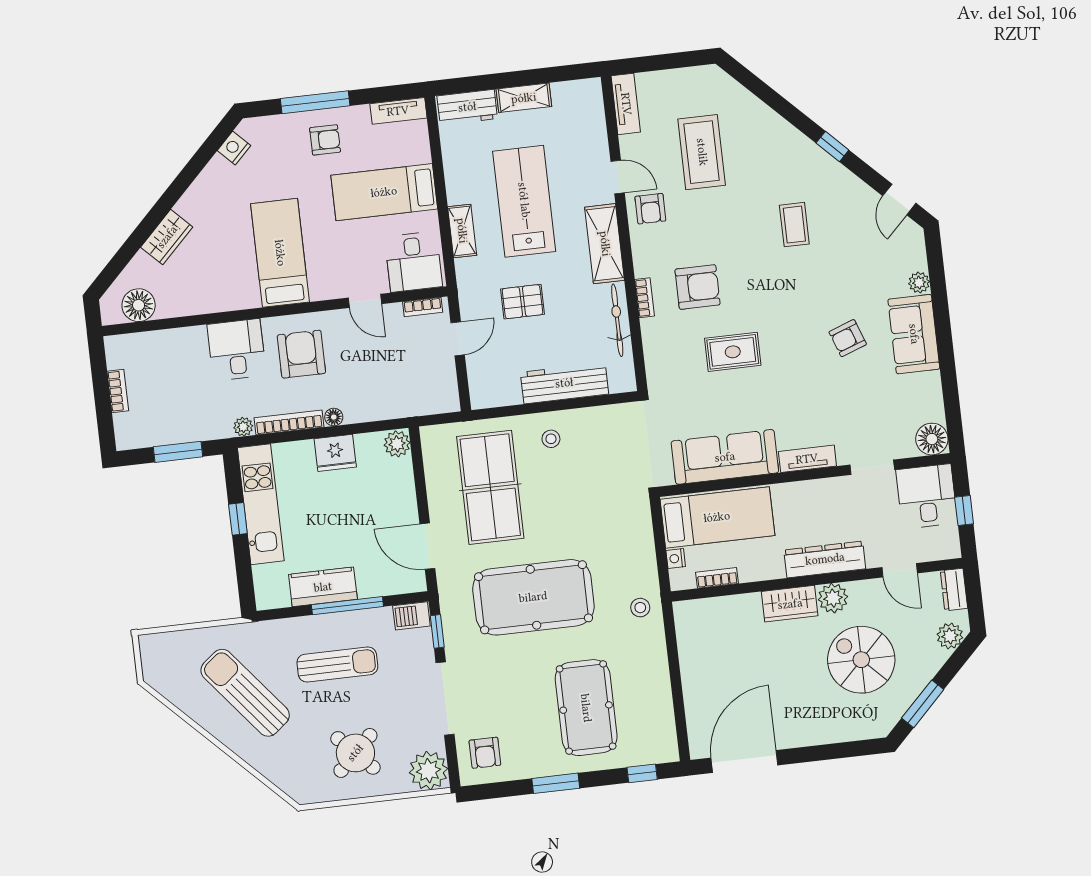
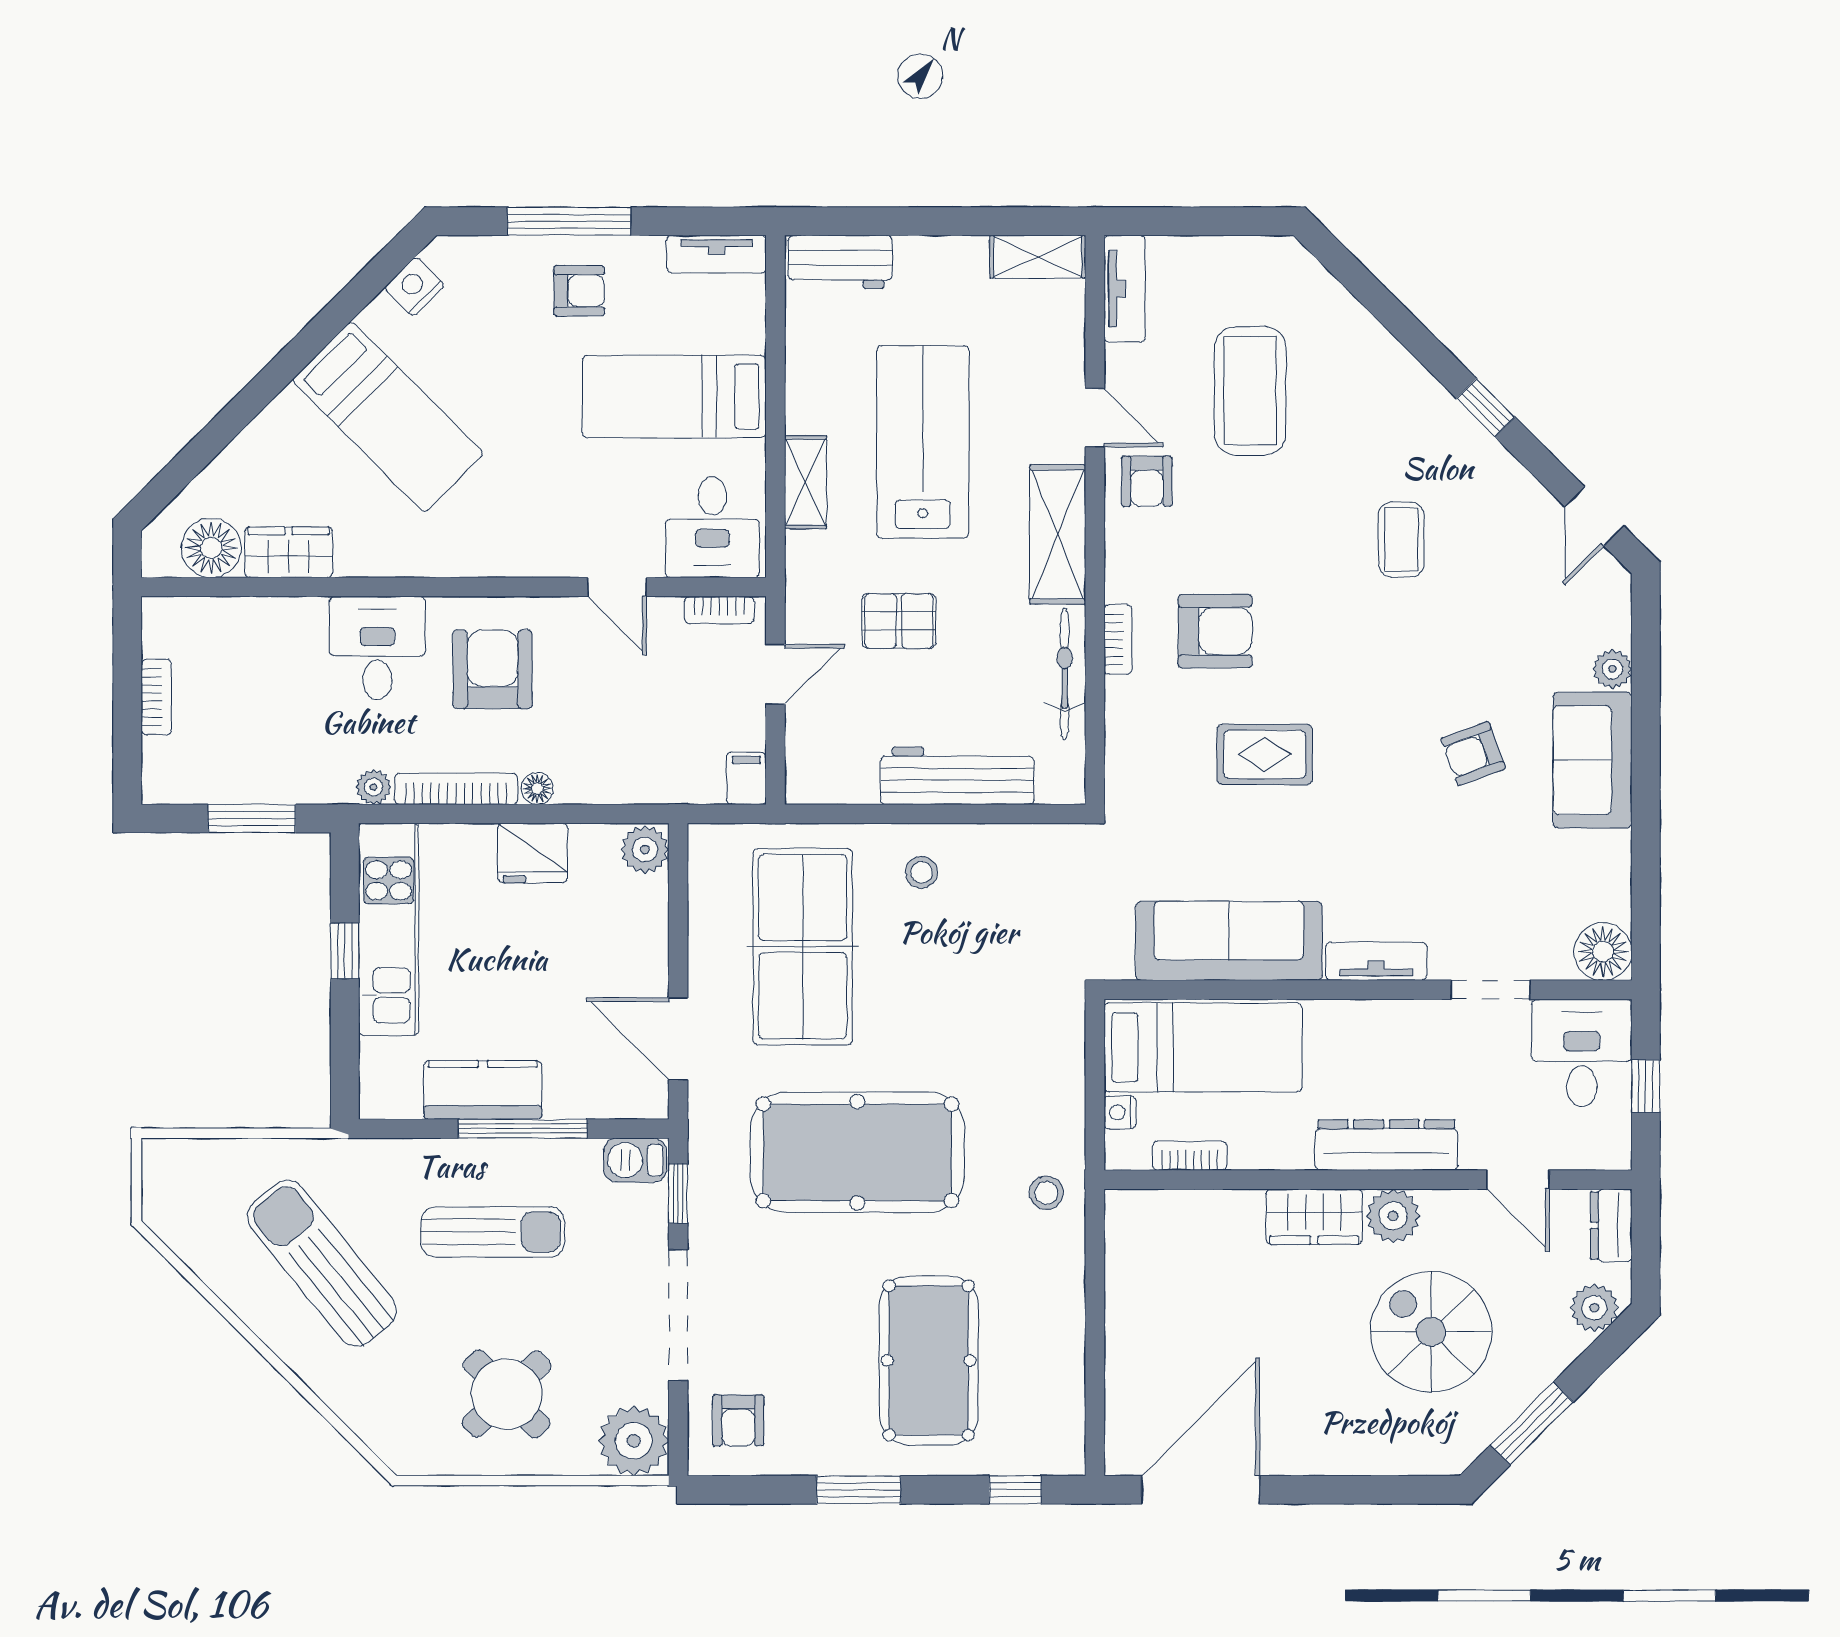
shelving: (524, 98) -> (1038, 257), moved
wardrobe: (167, 237) -> (289, 552), moved, turned -135
bed: (280, 253) -> (388, 417), moved, turned 135
filing cabinet: (448, 398) -> (746, 778), added

